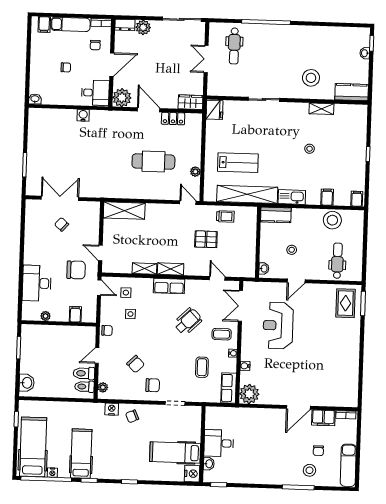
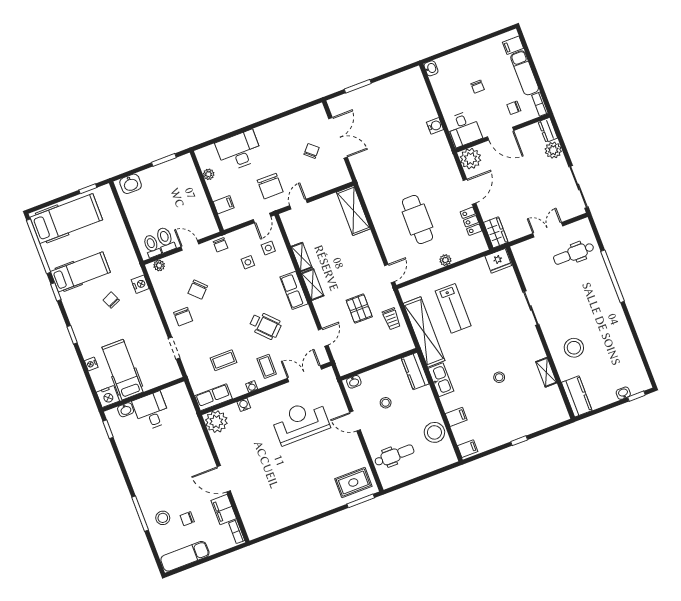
plant: (195, 172) -> (445, 260), moved
chair: (132, 416) -> (111, 300), moved
nightstand: (52, 473) -> (91, 364), moved

